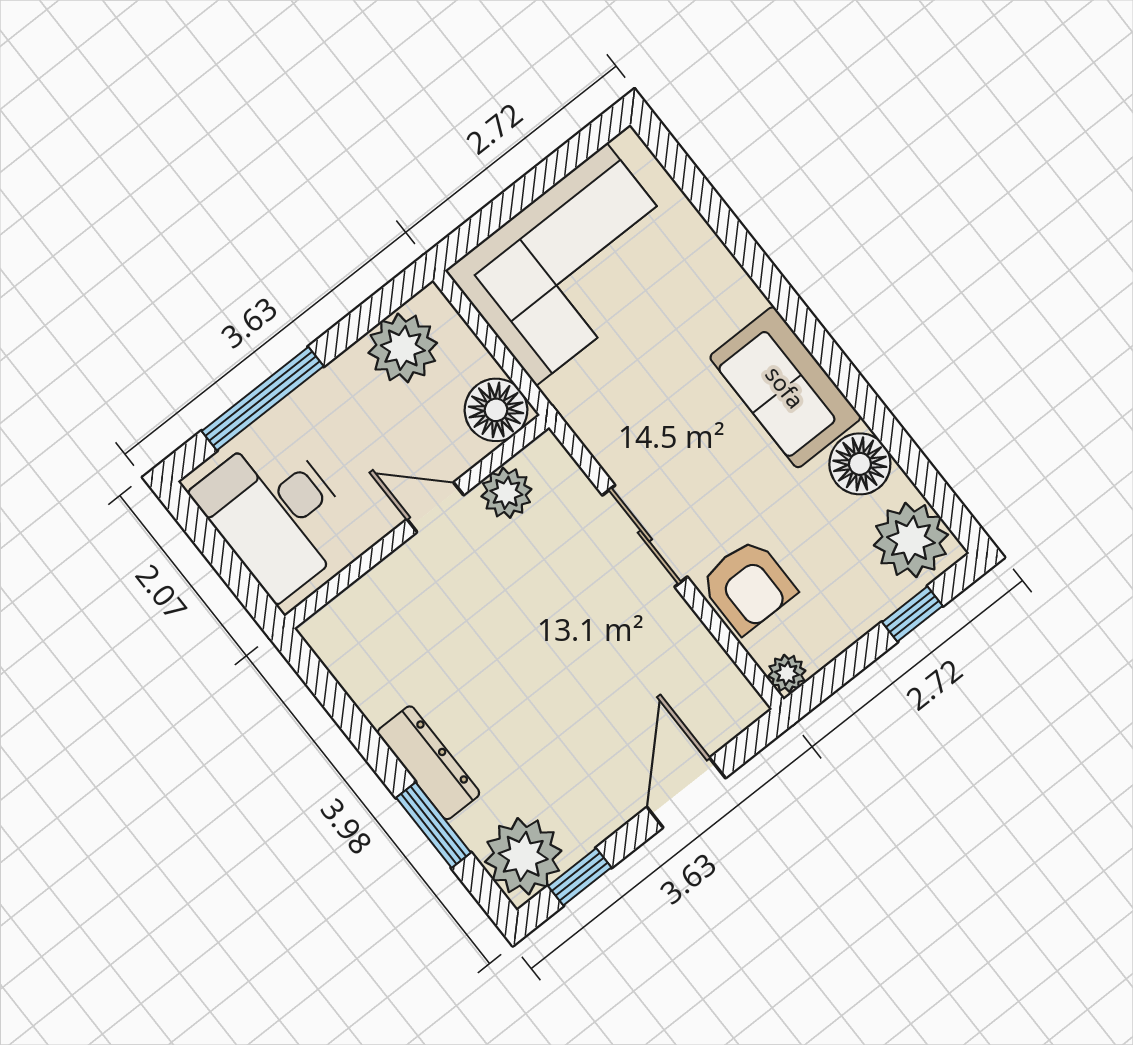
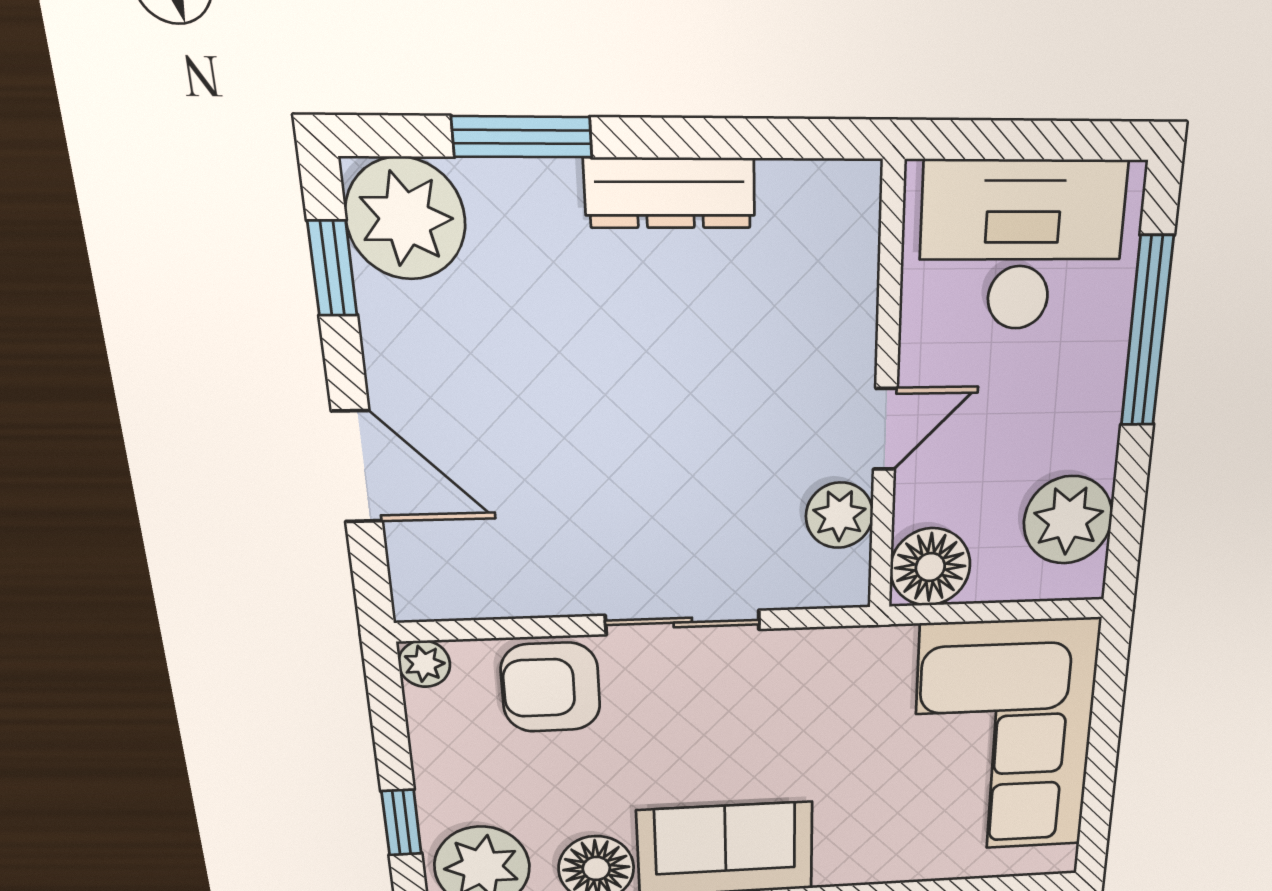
dresser: (428, 763) -> (670, 193), moved

